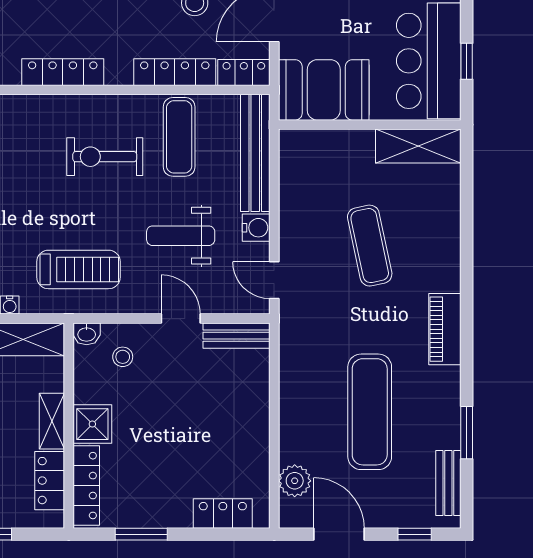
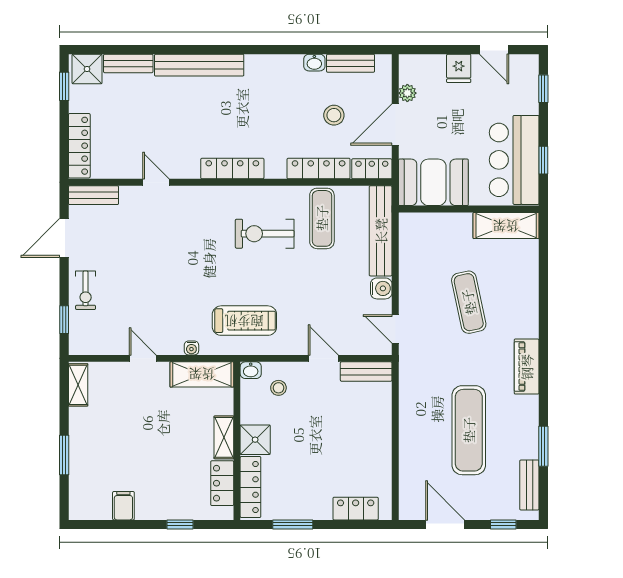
weight bench: (181, 236) -> (323, 295), removed
plant: (295, 481) -> (411, 483), removed

